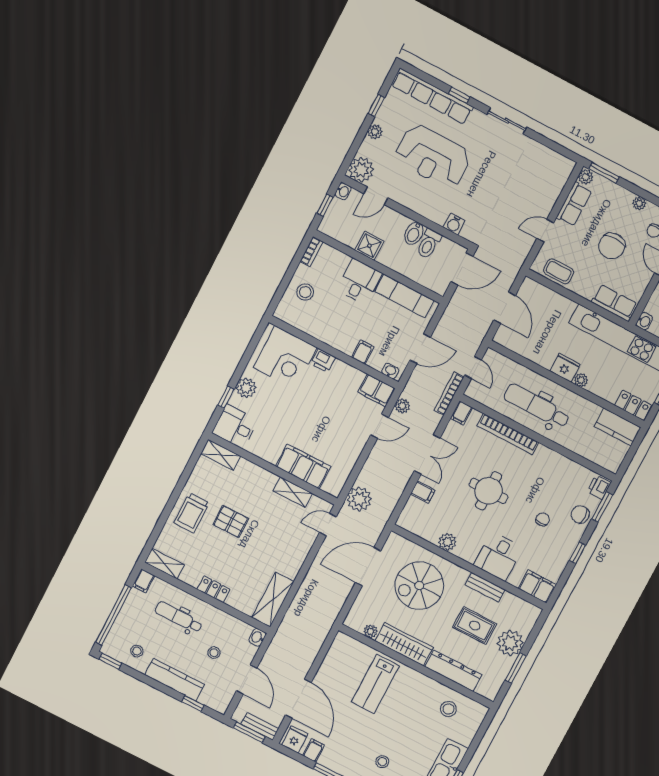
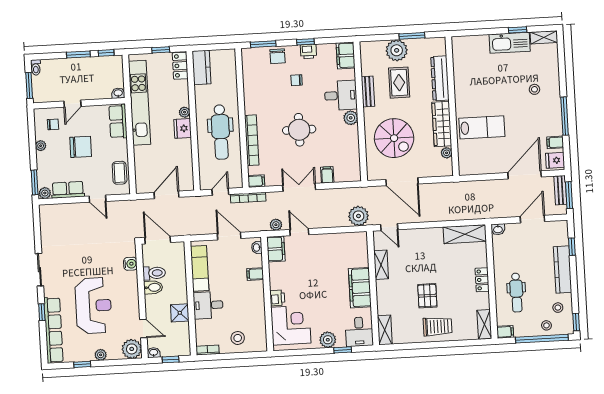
filing cabinet: (303, 466) -> (360, 288), moved
printer: (599, 487) -> (308, 51), moved
plant: (447, 542) -> (351, 118), moved
stool: (214, 653) -> (546, 325), moved
stool: (448, 709) -> (469, 65), removed

